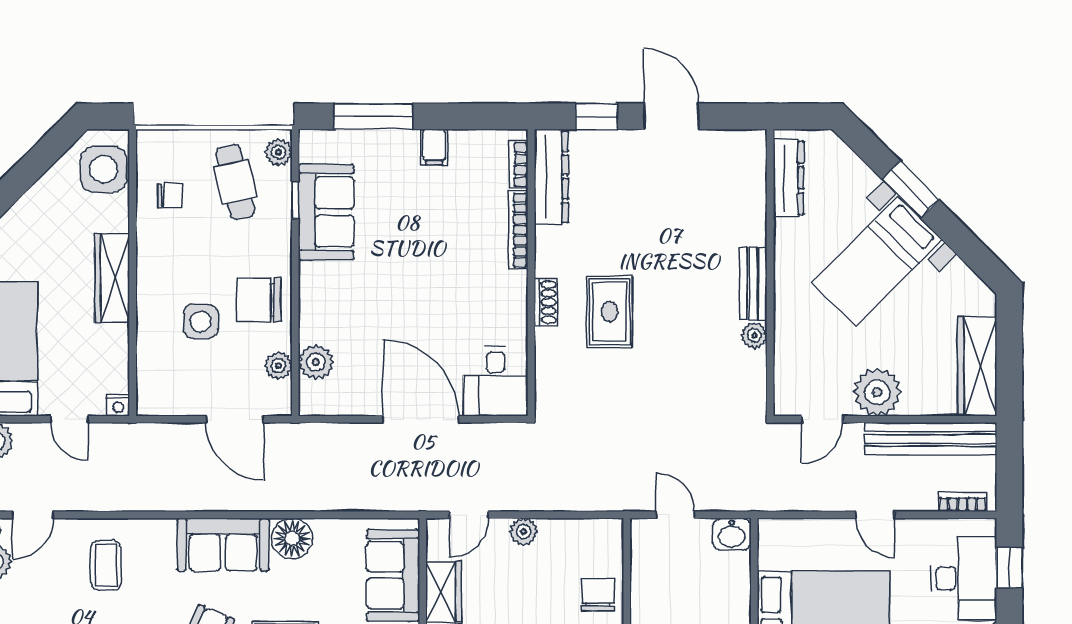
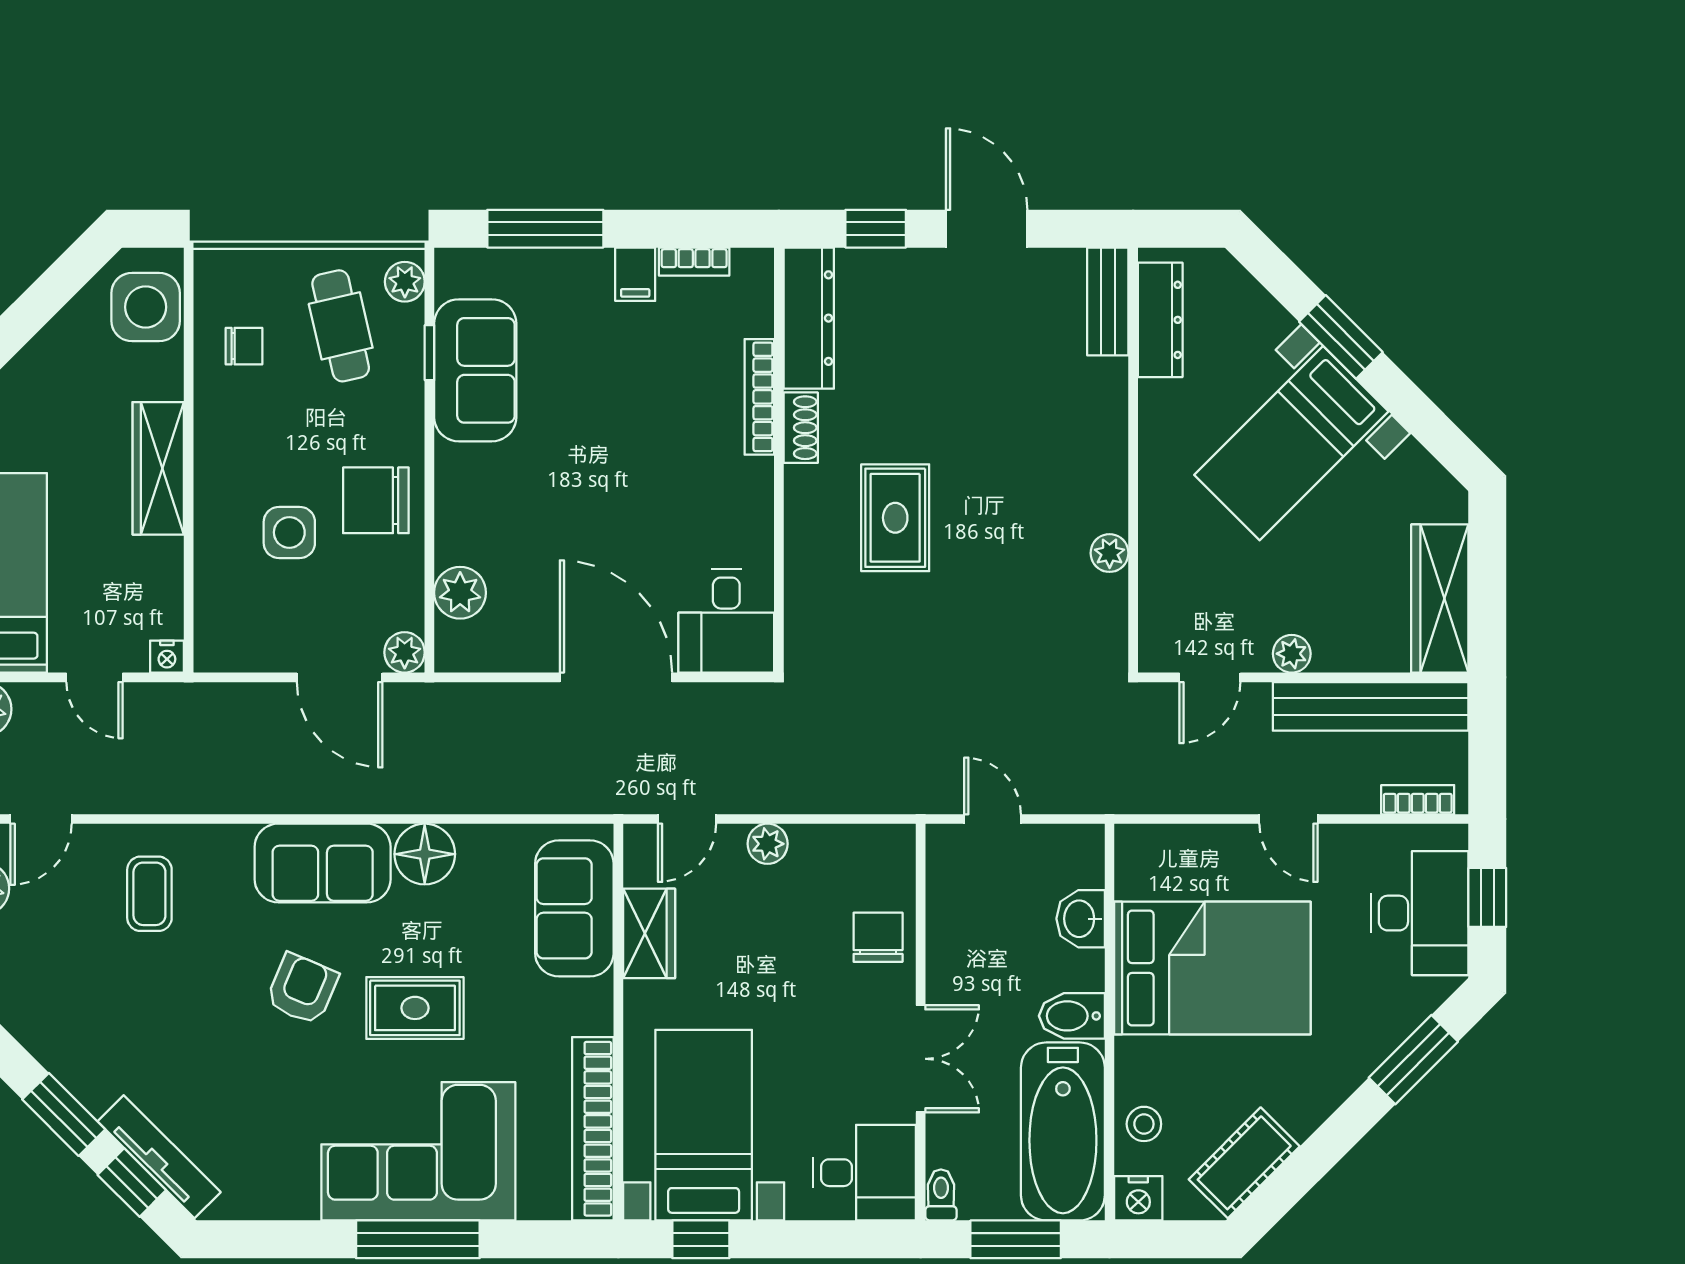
bookcase: (518, 165) -> (694, 262), moved, turned -90
bench: (753, 284) -> (1108, 301), moved
shoe rack: (546, 302) -> (801, 428), moved
plant: (278, 366) -> (405, 652), moved
plant: (877, 392) -> (1292, 654), width x0.53, depth x0.53
washbasin: (732, 534) -> (1081, 919), moved, turned 90

